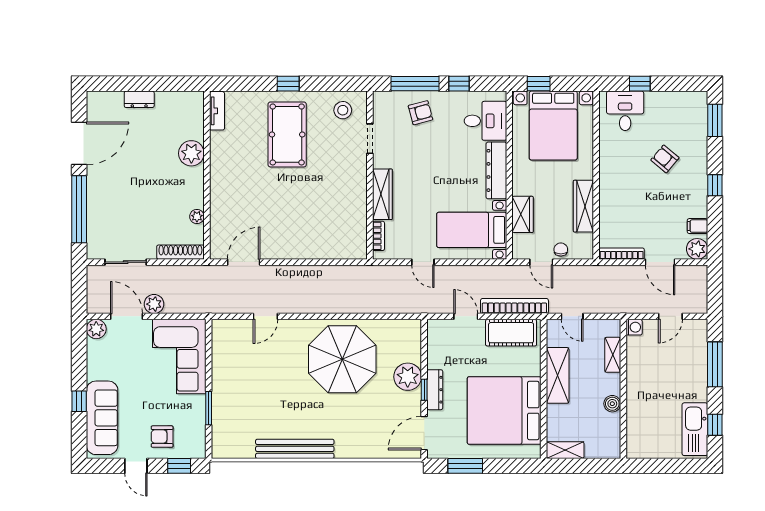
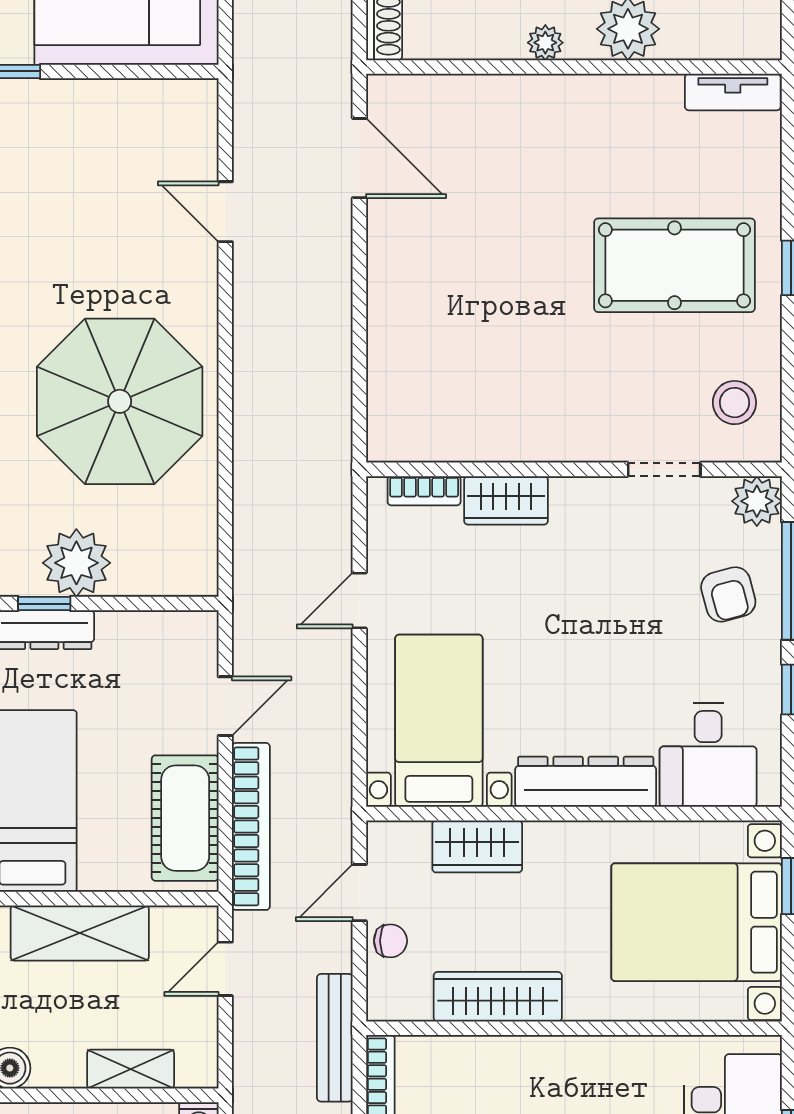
plant: (383, 101) -> (757, 501), added
wardrobe: (382, 194) -> (506, 500), width x0.67
plant: (197, 217) -> (545, 43), moved
bench: (600, 272) -> (335, 1038), added

